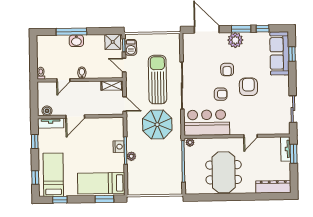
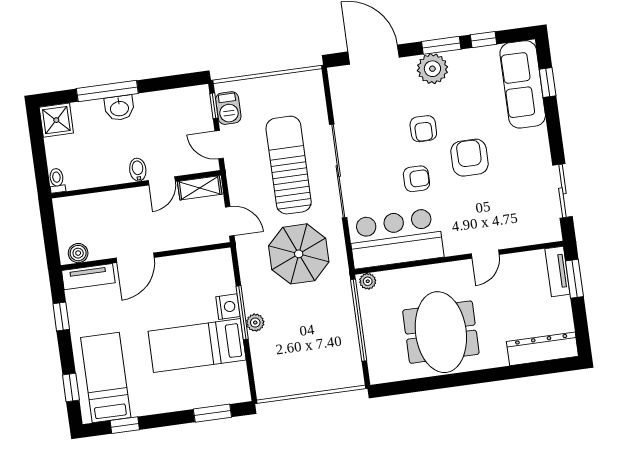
shower: (113, 42) -> (56, 120), moved
door: (63, 80) -> (162, 181), moved
bed: (101, 183) -> (197, 346), moved

